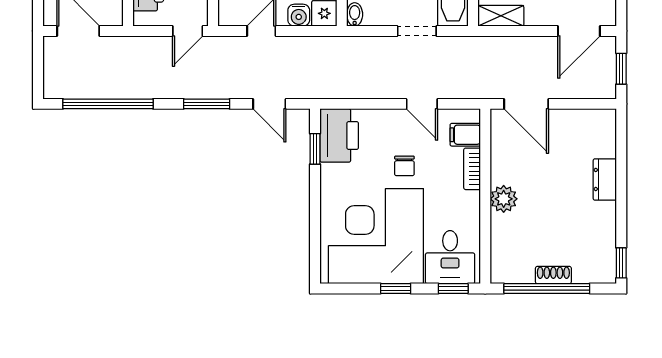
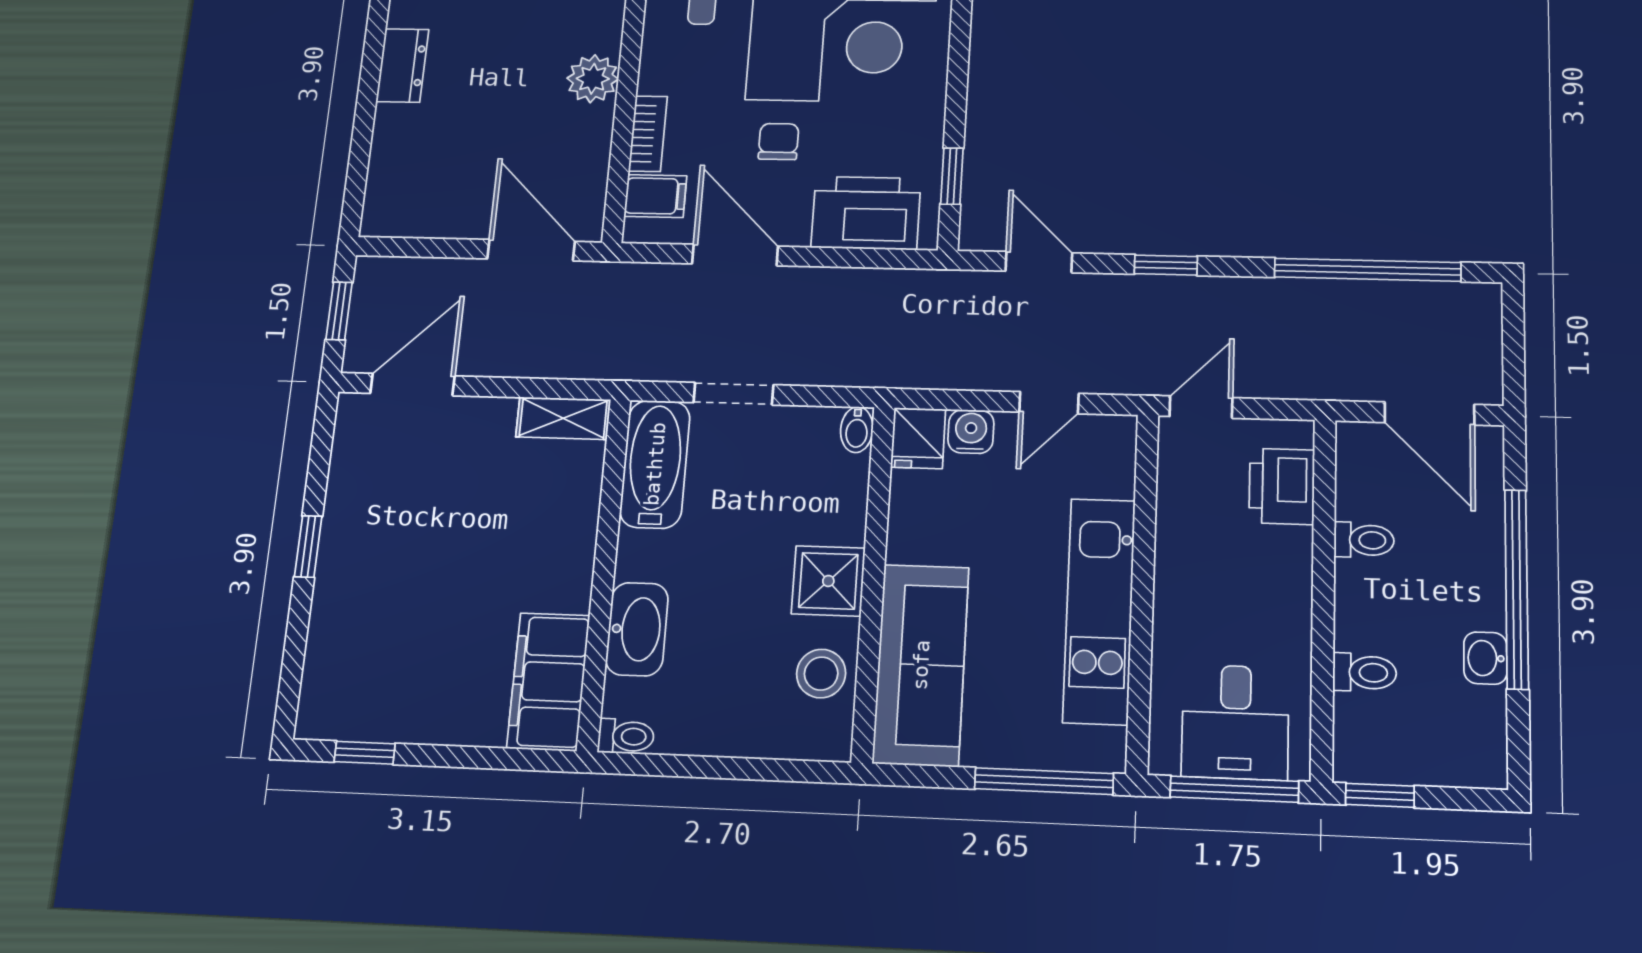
window: (207, 104) -> (1166, 265), width x0.67
door: (422, 104) -> (735, 255), width x1.38
printer: (339, 135) -> (866, 213), moved, turned 90
dresser: (605, 179) -> (402, 65), moved

